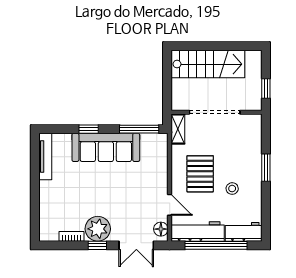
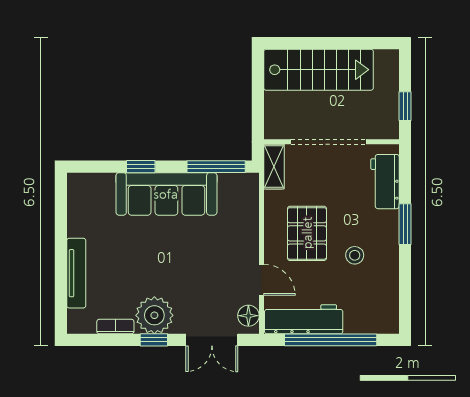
tv unit: (45, 156) -> (76, 273), moved
workbench: (244, 232) -> (385, 182), moved, turned -90

